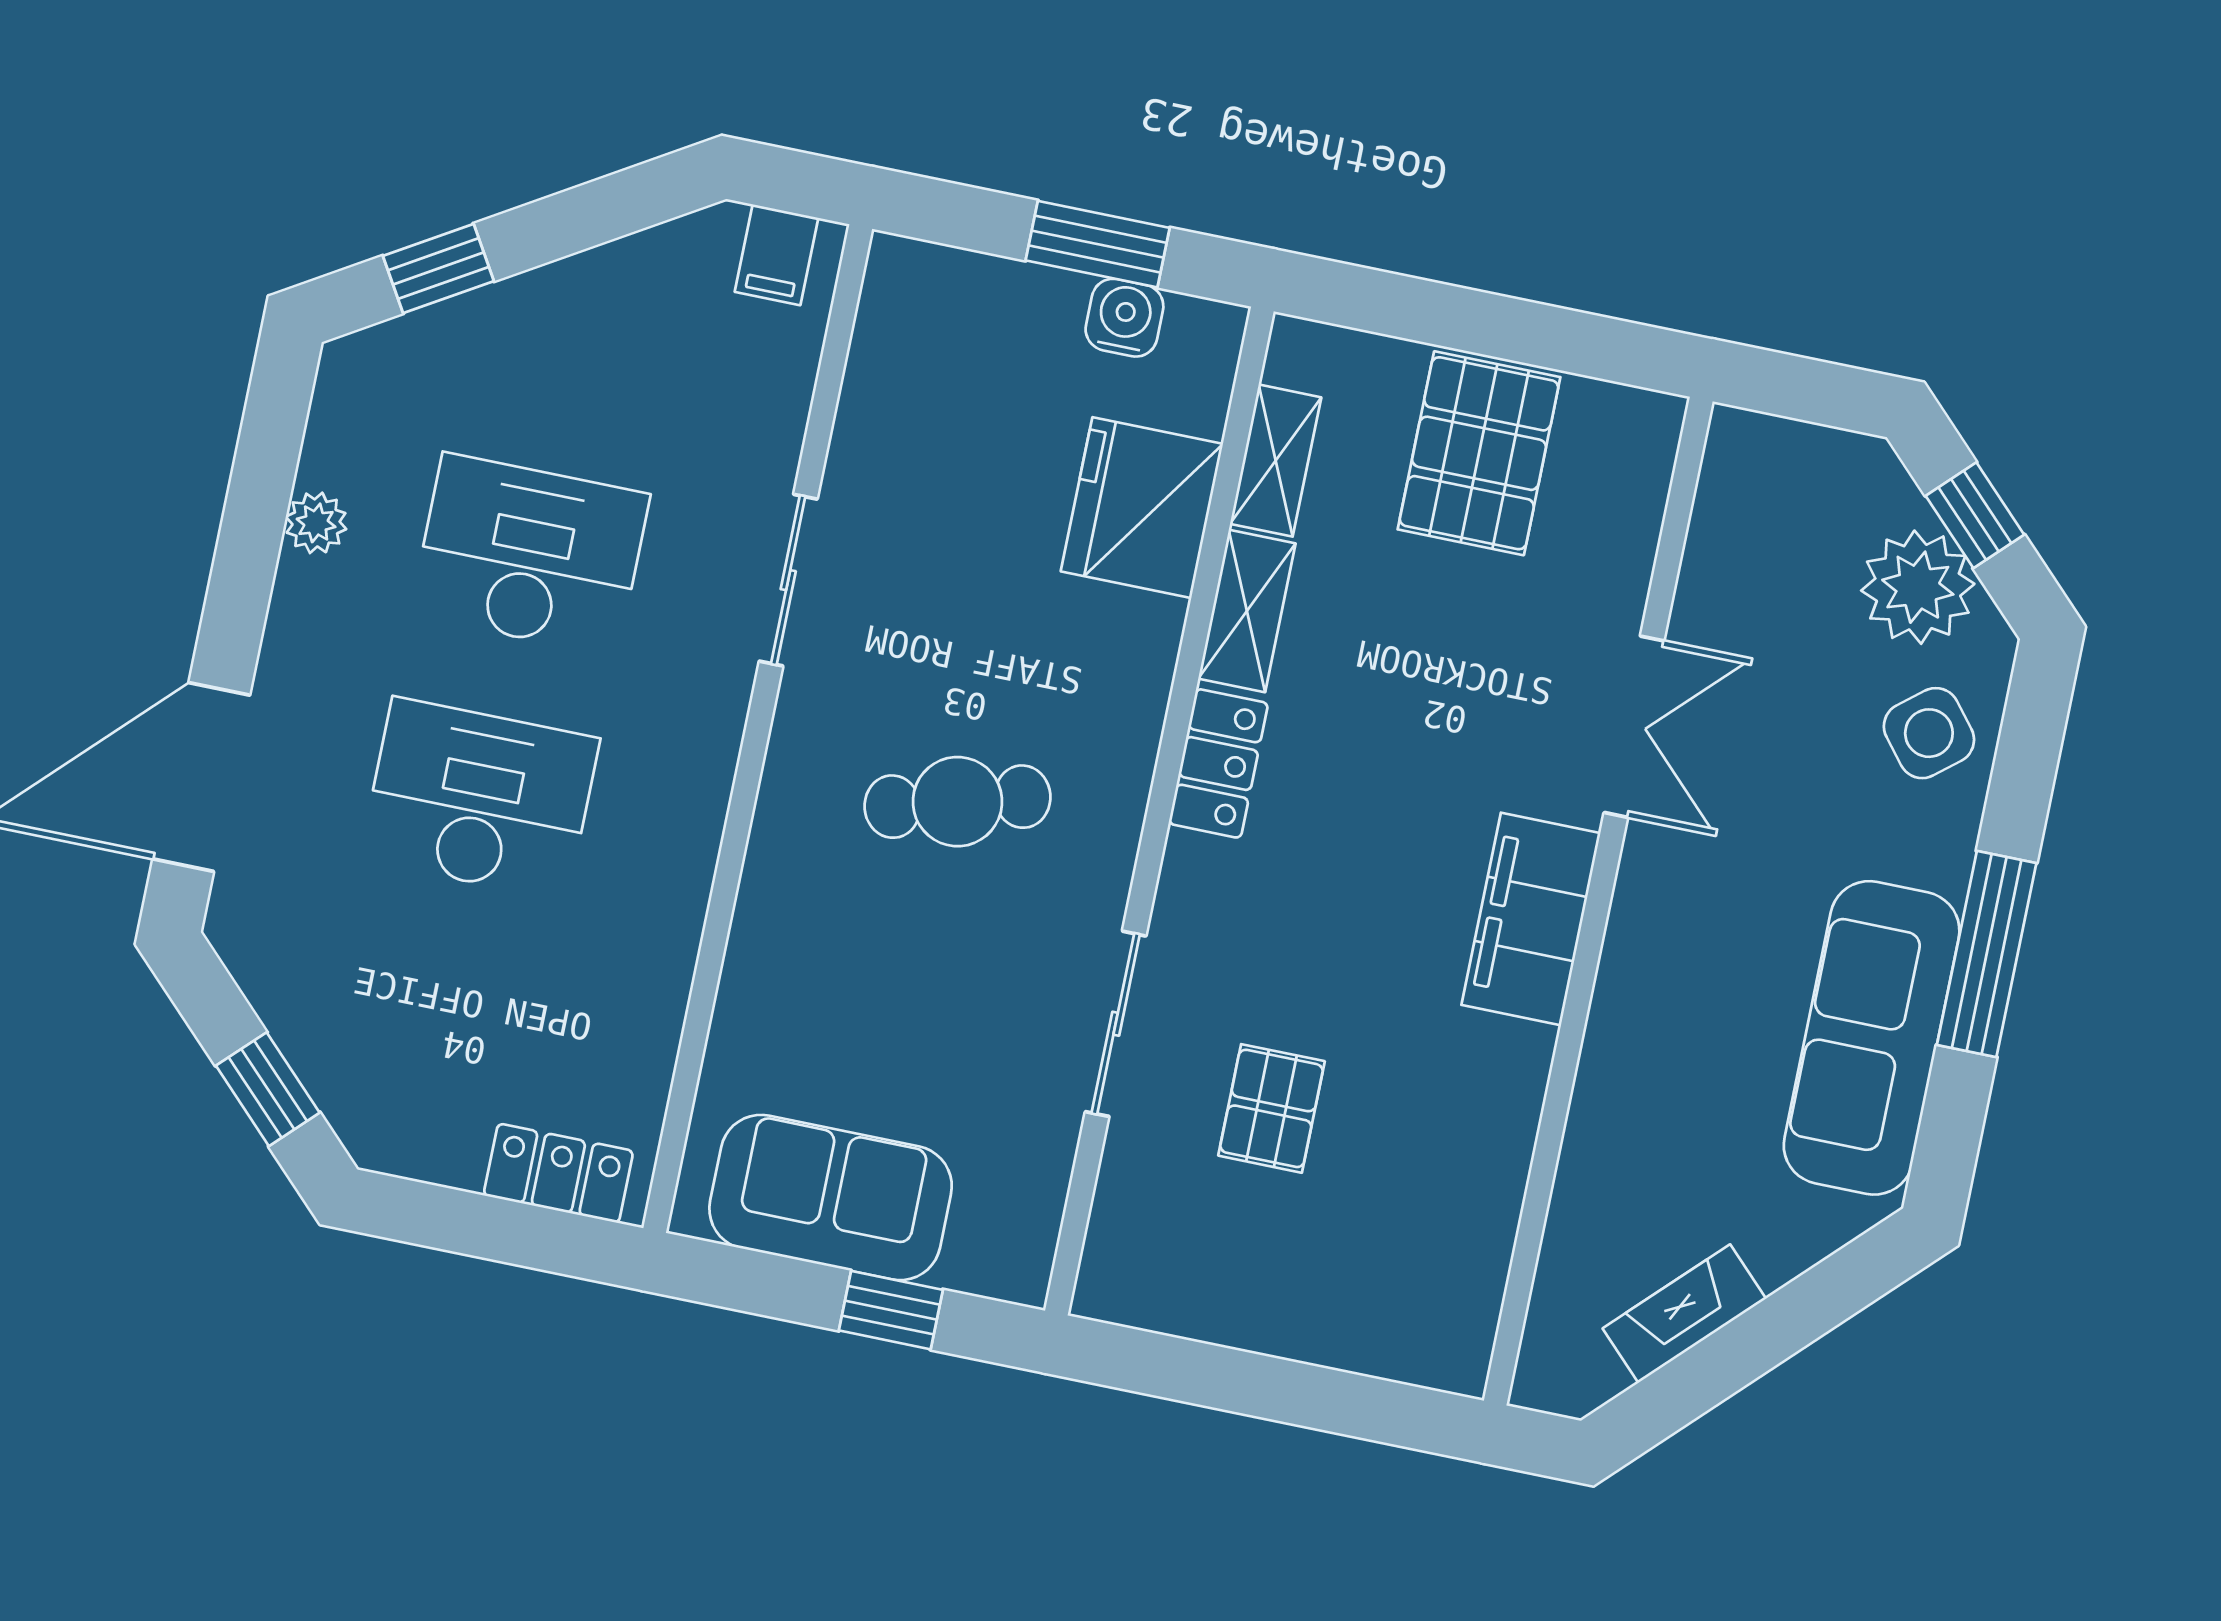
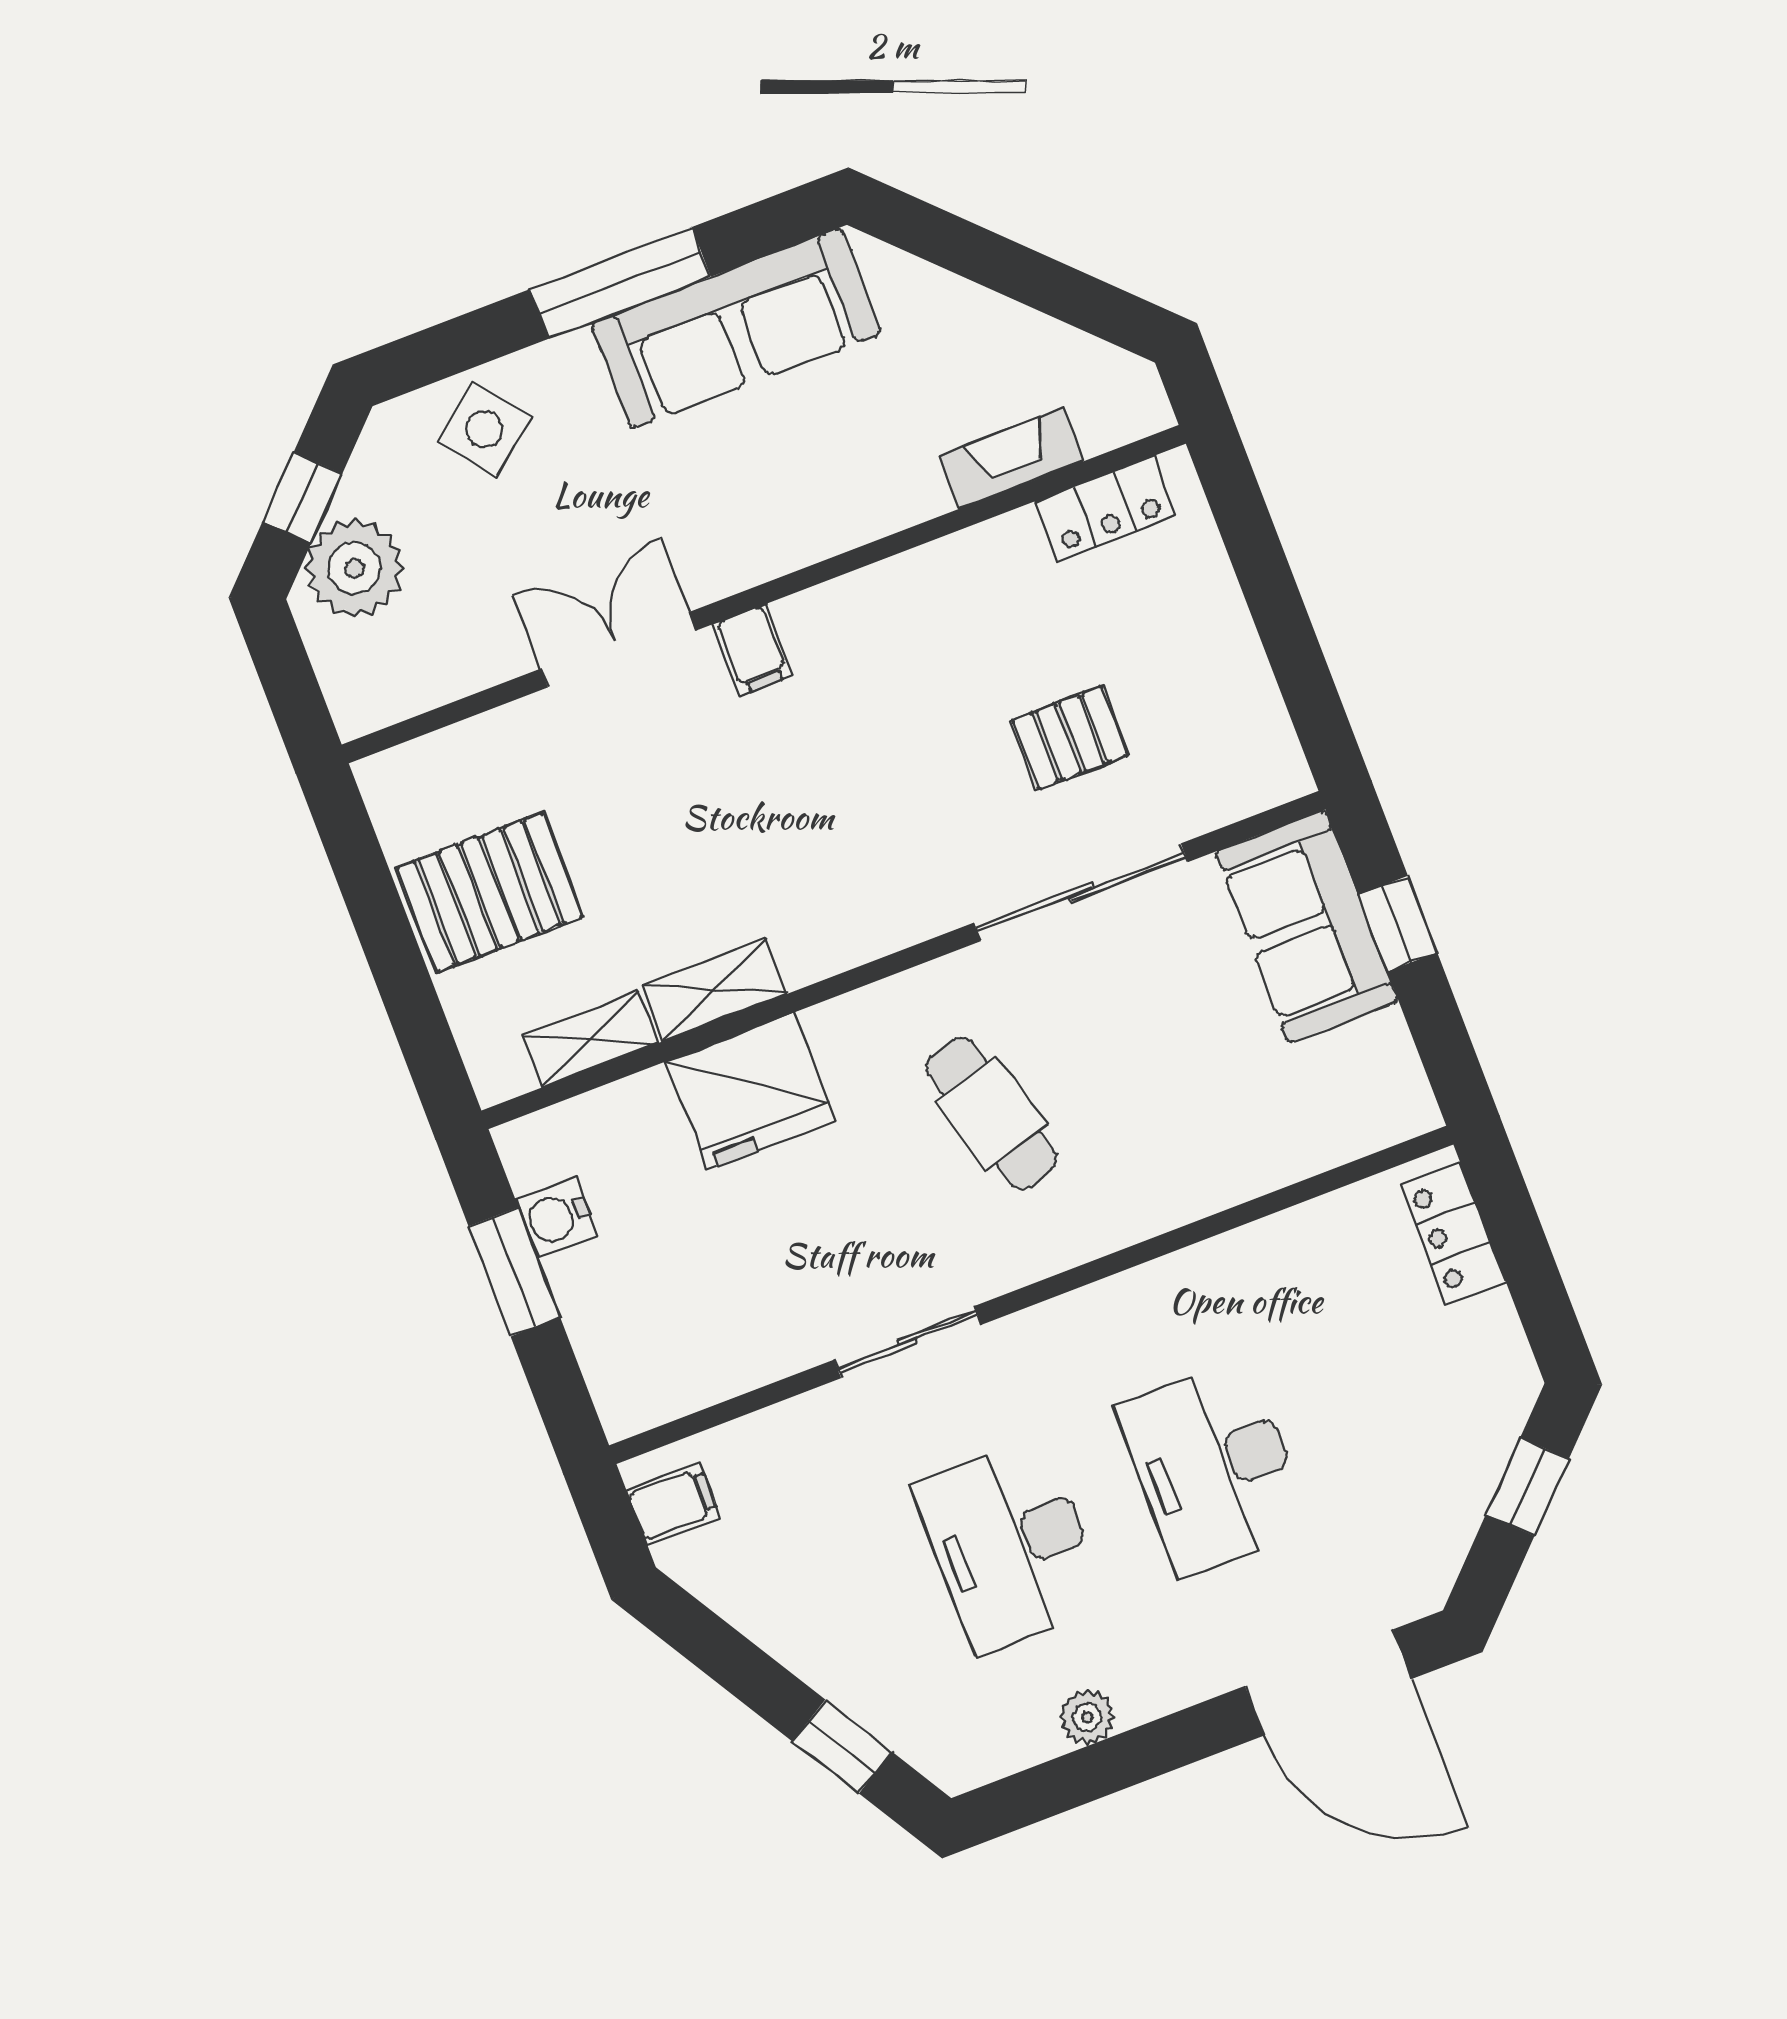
fridge: (1142, 508) -> (750, 1092), moved
plant: (1918, 587) -> (354, 568), moved
locker: (1218, 763) -> (1105, 509), moved, turned 180
filing cabinet: (1531, 919) -> (753, 650), width x0.33, depth x0.86
sliding door: (1116, 1024) -> (1081, 892), width x1.37
sofa: (831, 1197) -> (1307, 926), moved
fireplace: (1684, 1314) -> (1012, 458), moved, turned 135

